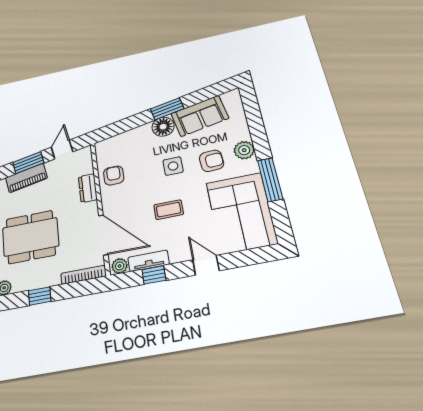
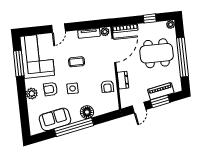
window: (167, 109) -> (74, 127), width x2.11
floor lamp: (163, 127) -> (87, 112), moved
window: (270, 180) -> (19, 63), moved
door: (103, 235) -> (114, 50), swing flipped
door: (206, 265) -> (58, 28), hinge flipped
window: (154, 275) -> (86, 25), removed

